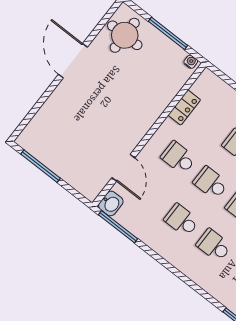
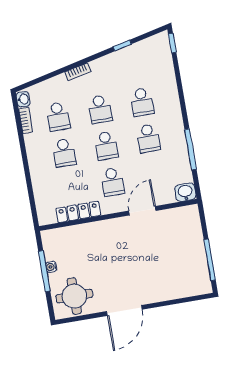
water cooler: (191, 62) -> (51, 267), moved
locker: (184, 107) -> (78, 212), width x1.53
door: (123, 168) -> (142, 211), moved
window: (118, 227) -> (191, 149), moved

